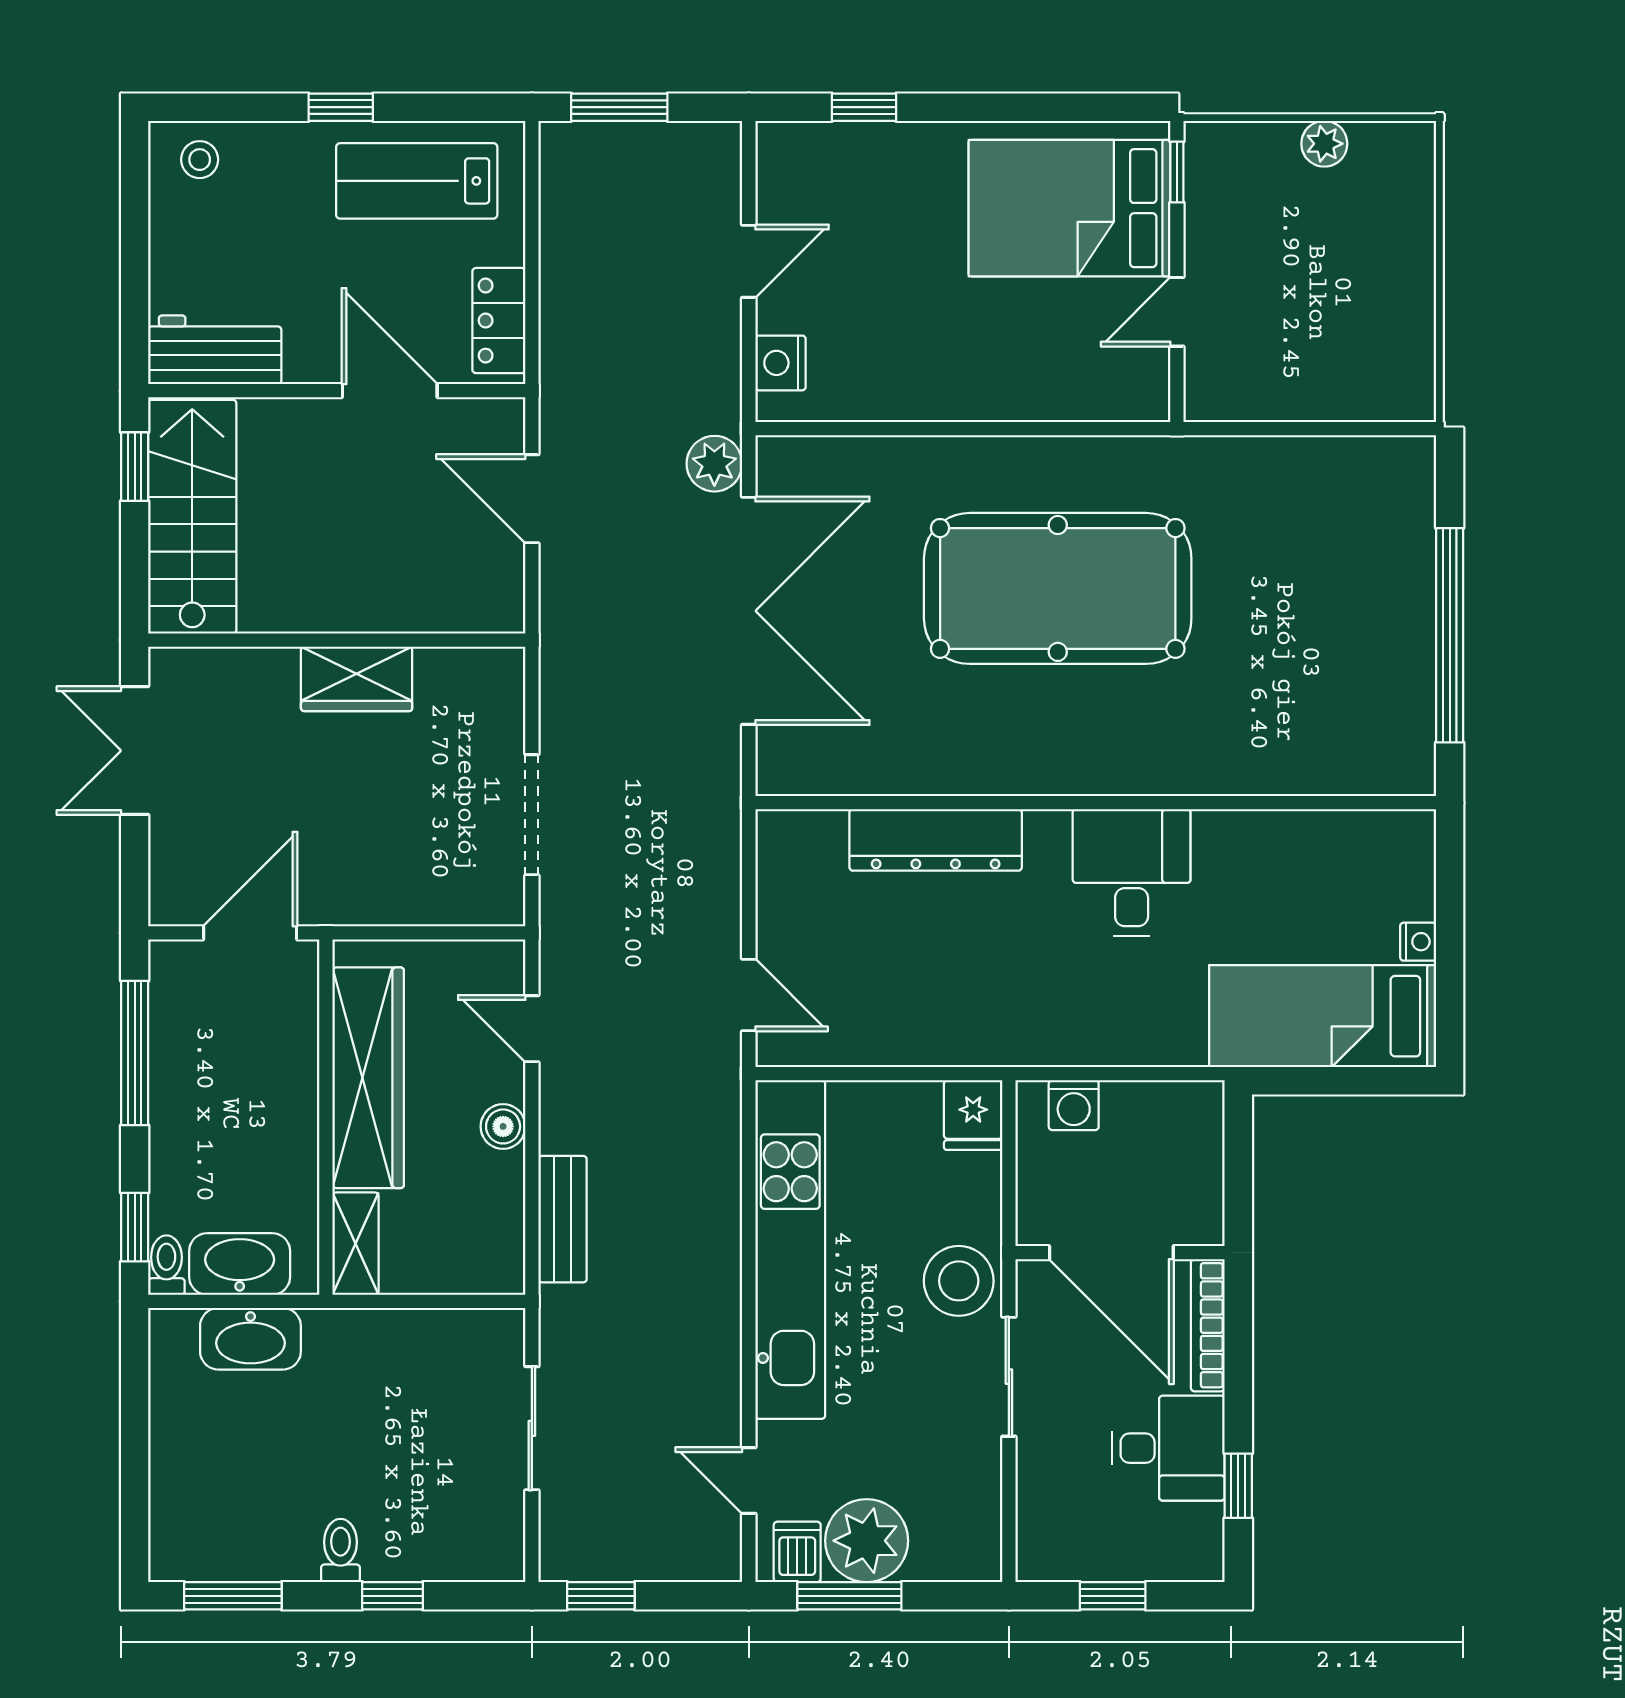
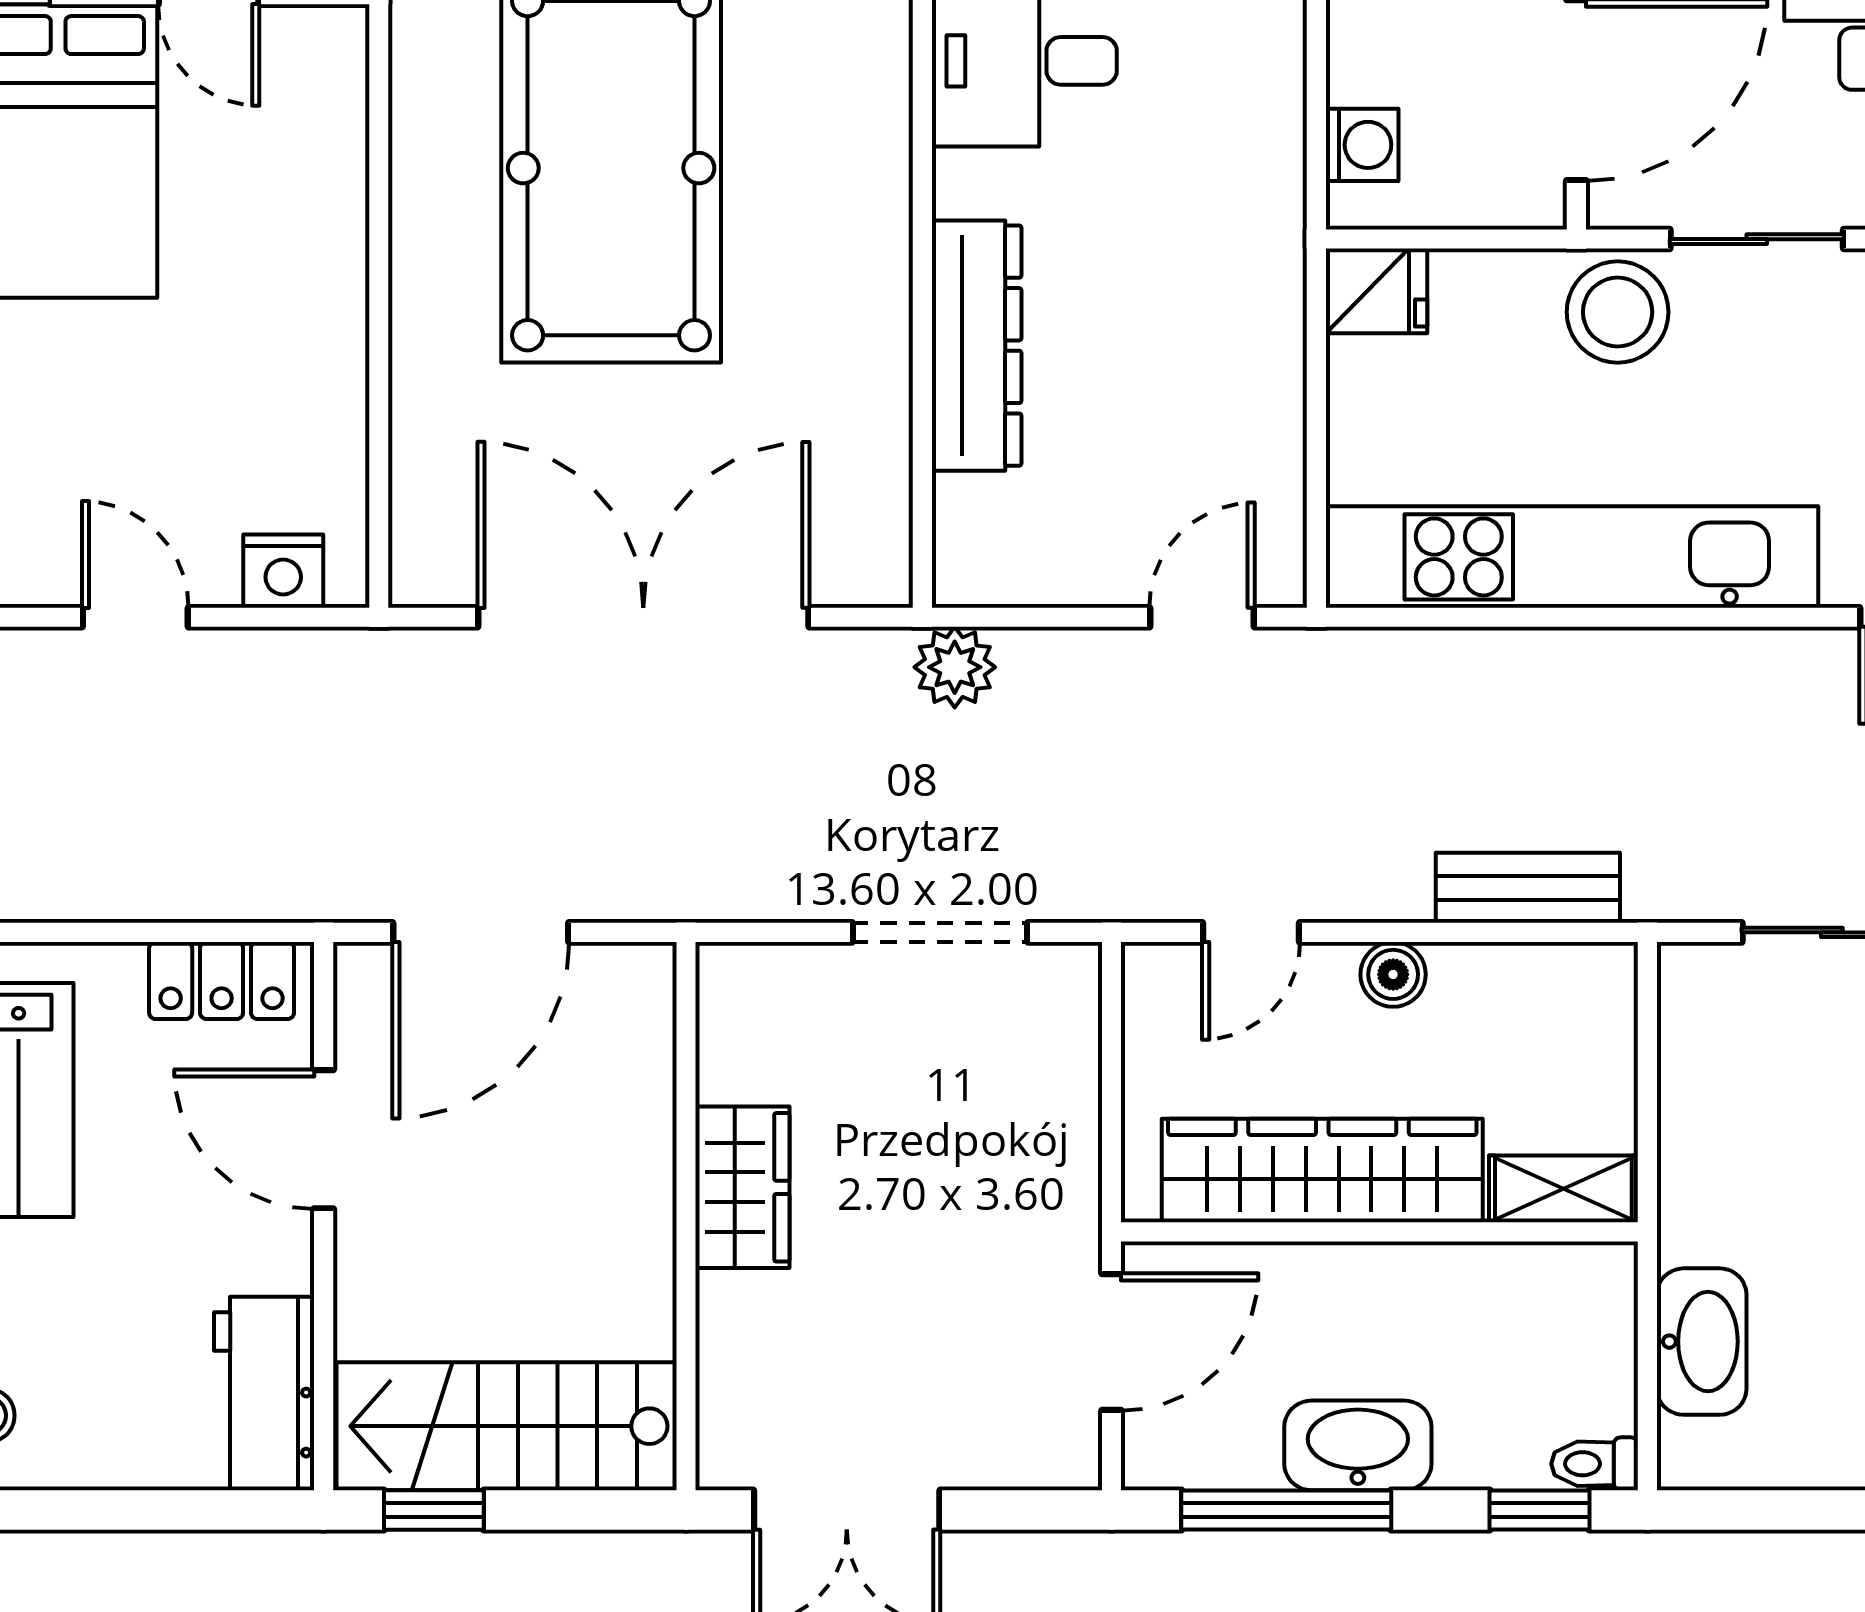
door: (390, 391) -> (324, 1139), hinge flipped
plant: (714, 464) -> (955, 667), moved
door: (532, 499) -> (481, 932), width x1.36
door: (250, 933) -> (1112, 1342), swing flipped
washbasin: (240, 1264) -> (1358, 1445), moved, turned 90

